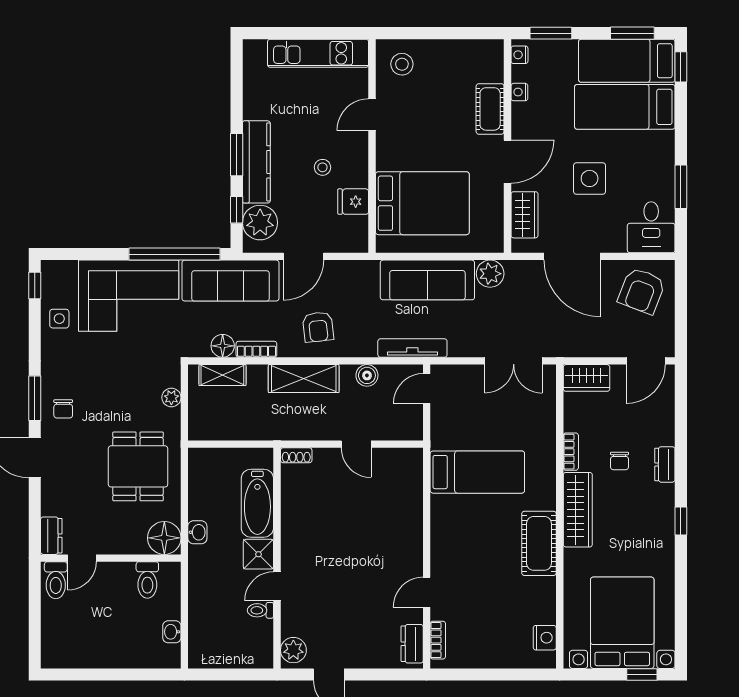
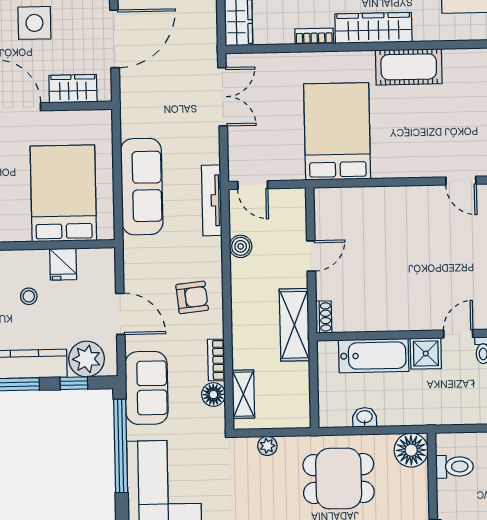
plant: (490, 274) -> (134, 123), removed
sofa: (230, 281) -> (147, 388), width x0.73
shelving: (304, 379) -> (294, 325), moved
bed: (477, 472) -> (337, 131), width x1.50
washbasin: (197, 532) -> (365, 417), moved
door: (277, 586) -> (458, 334), swing flipped

